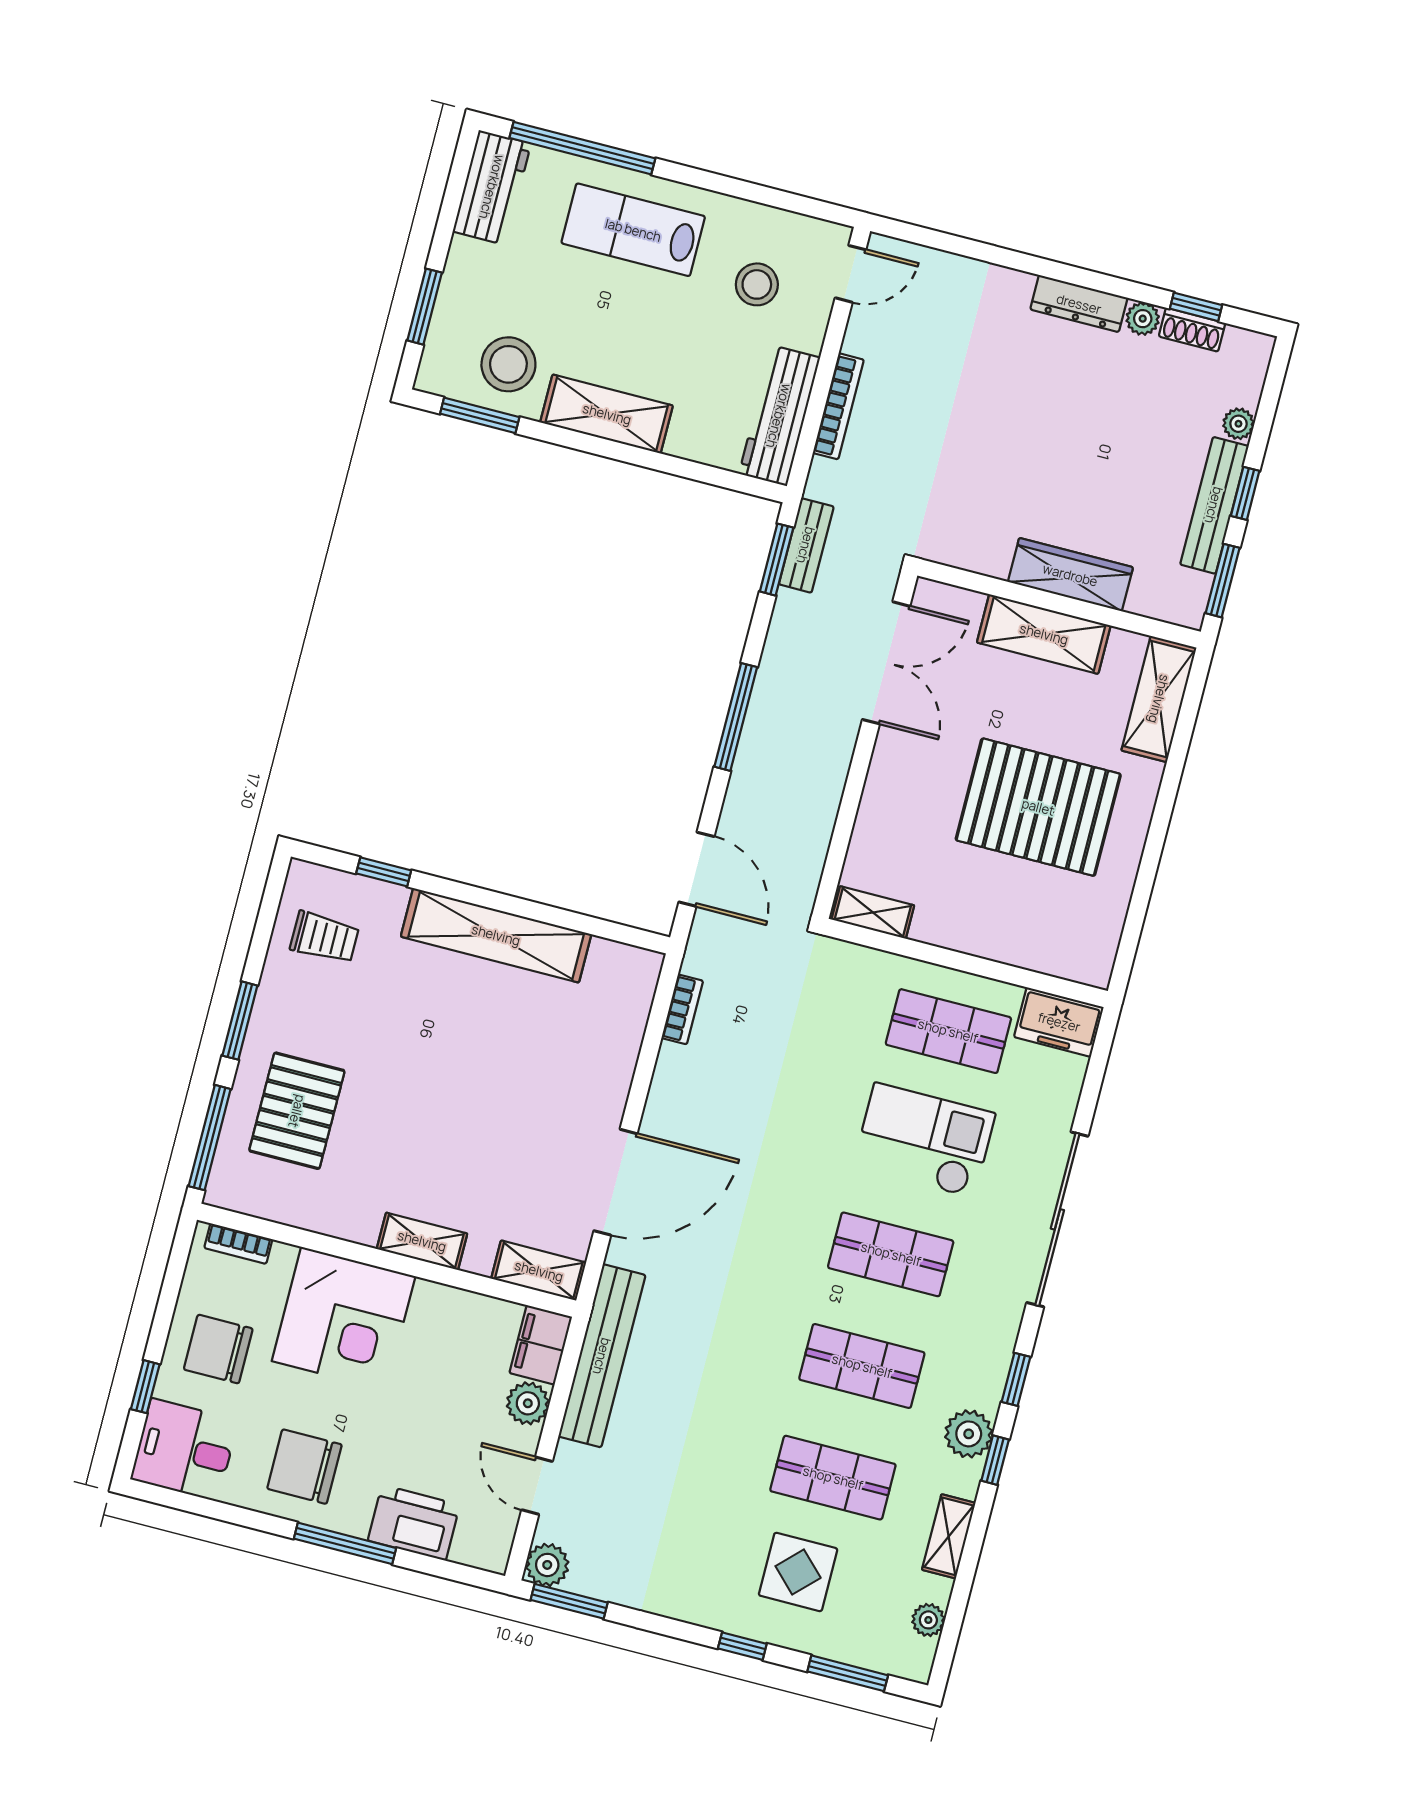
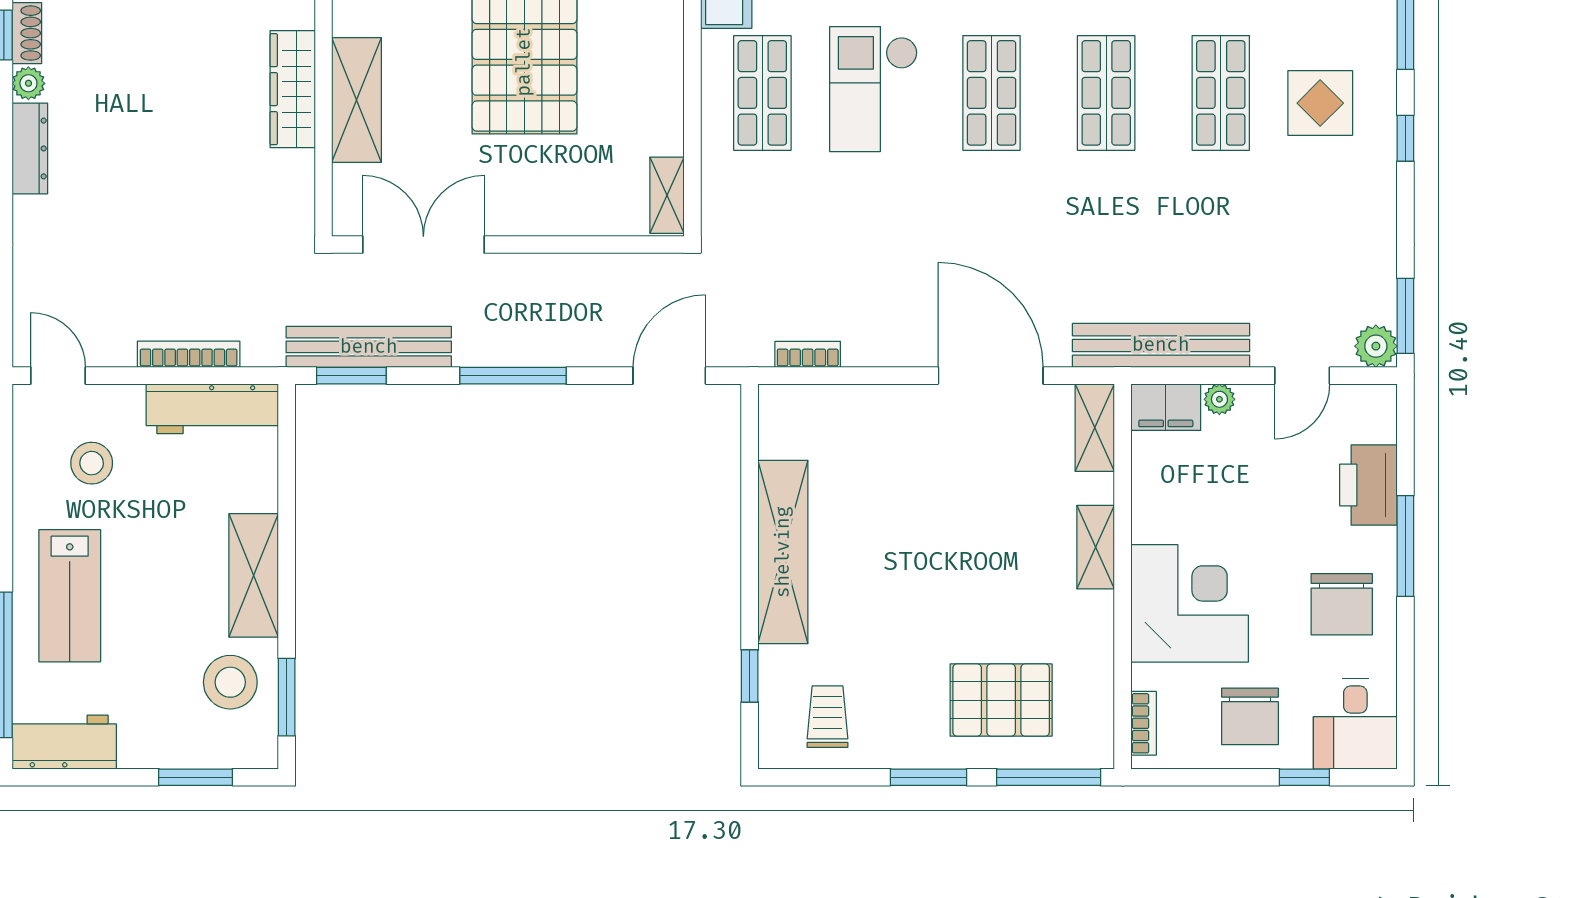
bench: (806, 545) -> (369, 347), width x1.86, depth x1.21
plant: (528, 1403) -> (1219, 399), width x0.73, depth x0.73

